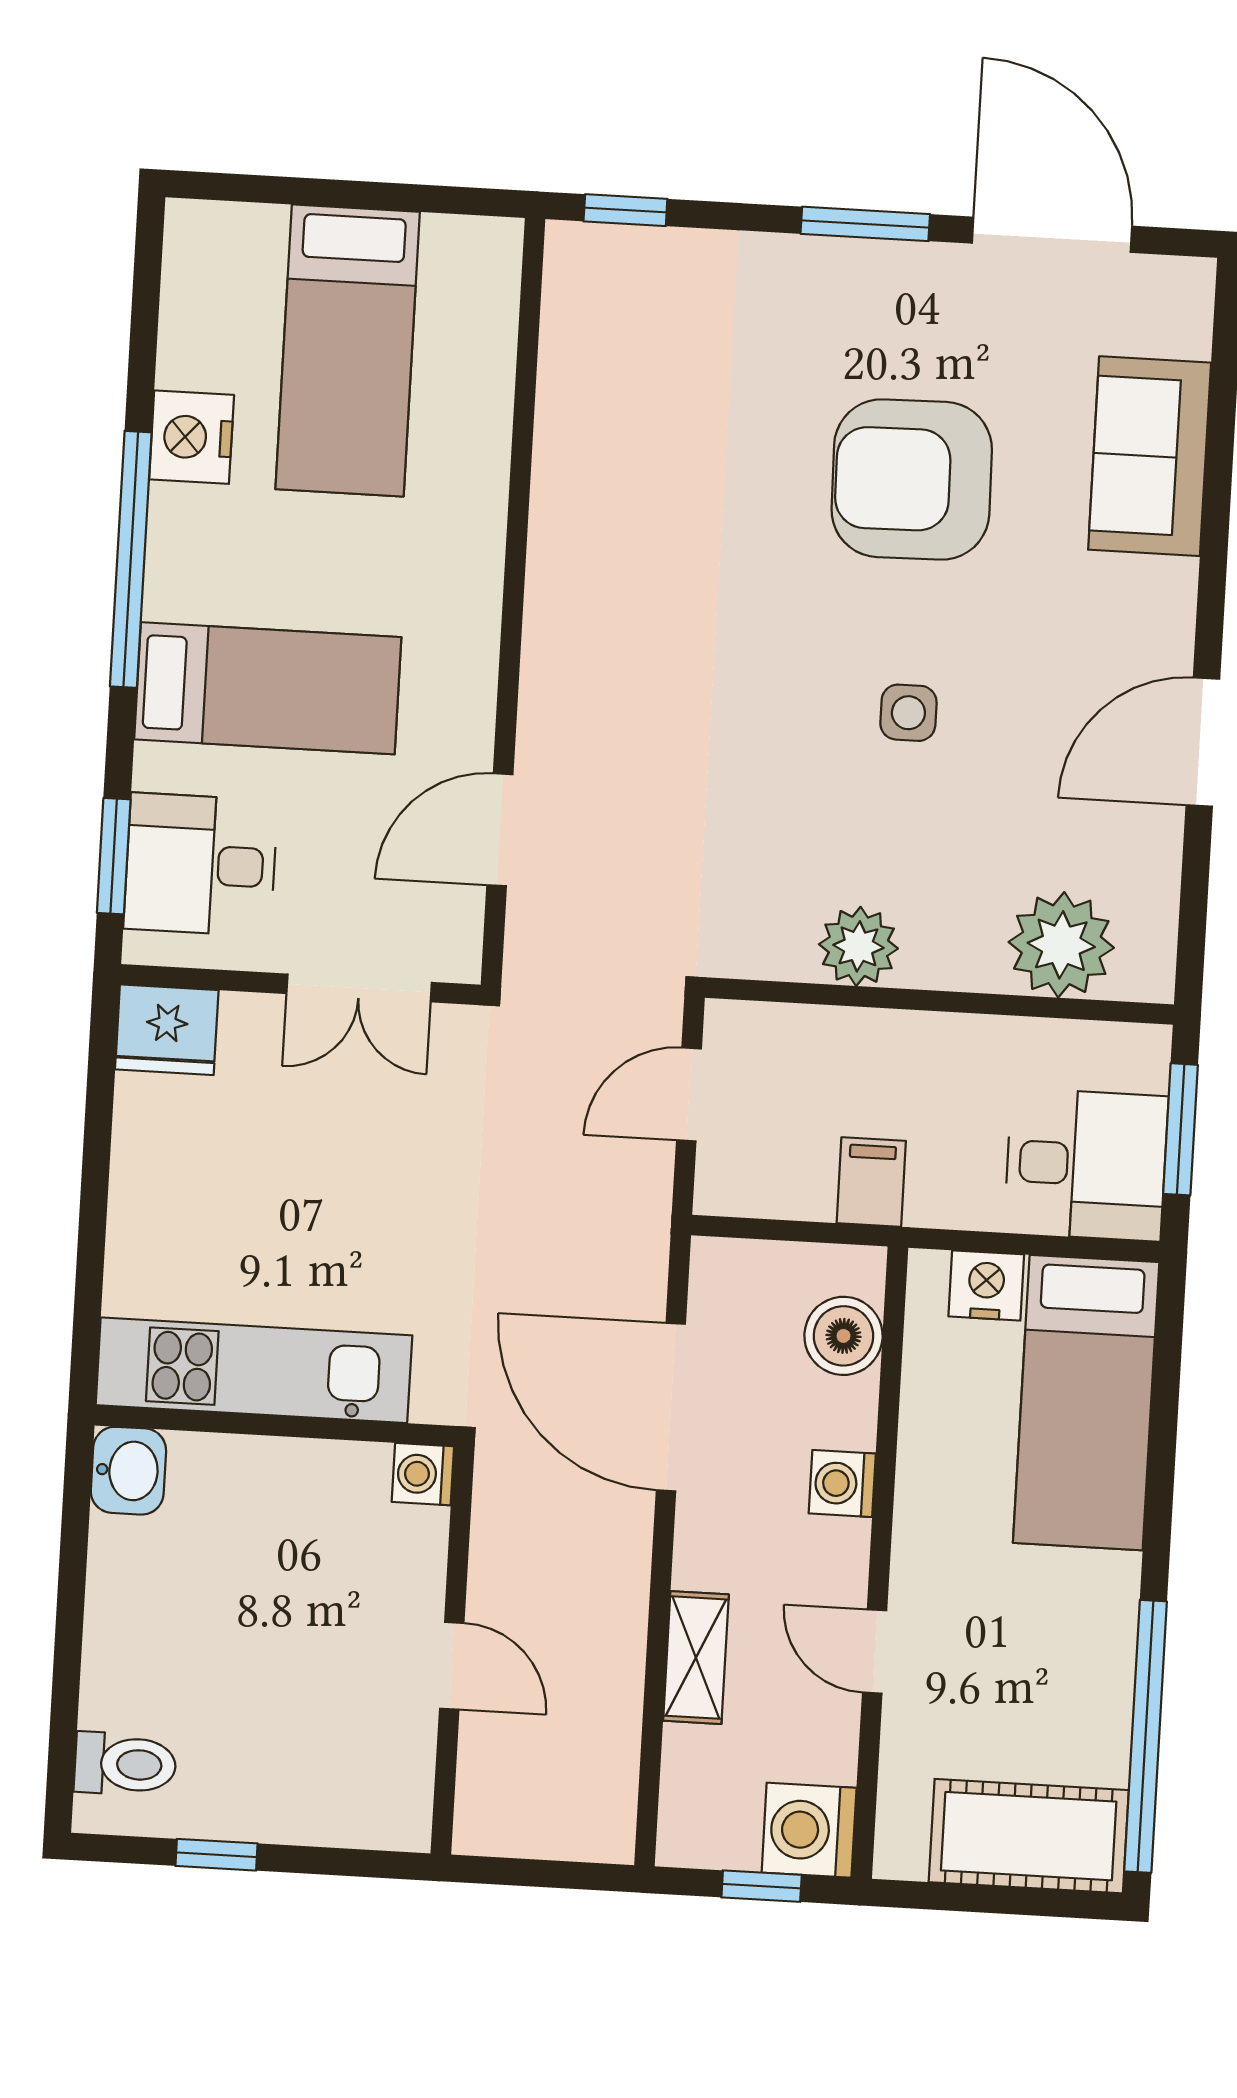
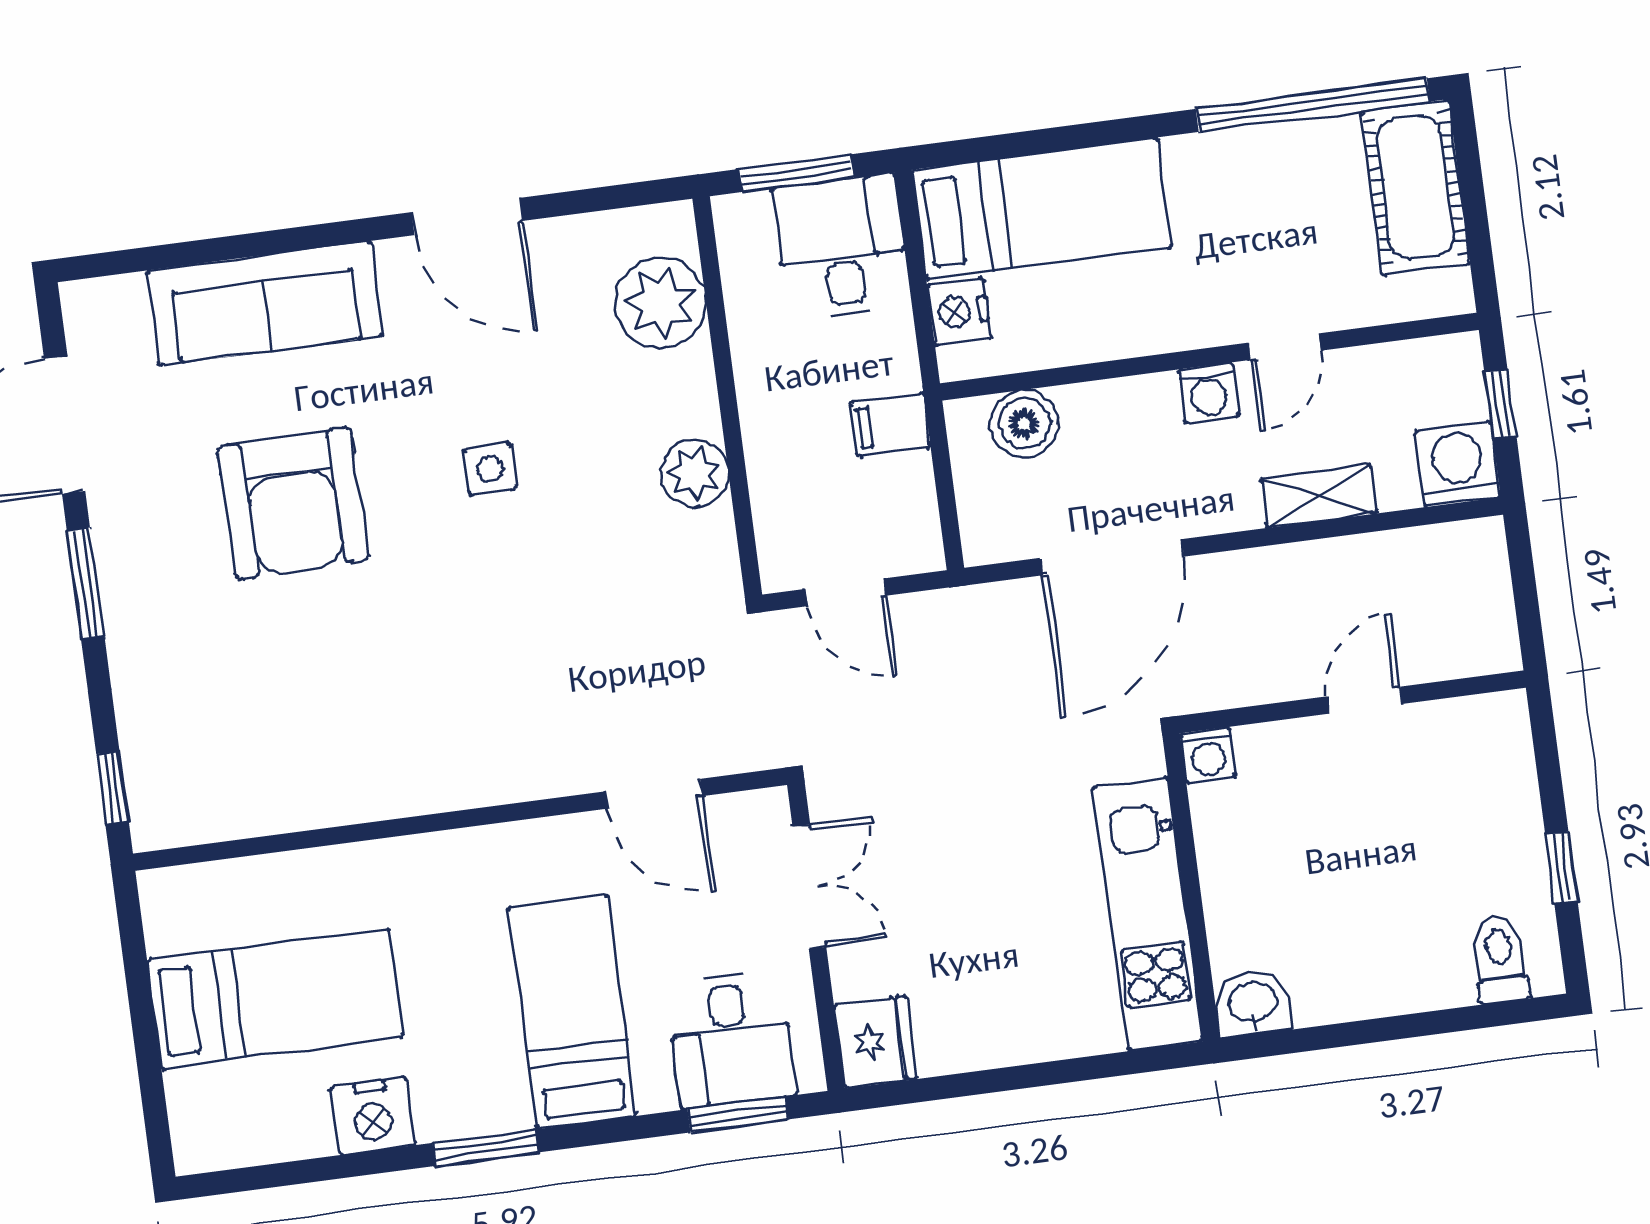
sofa: (1150, 456) -> (265, 303), width x1.36
window: (131, 559) -> (486, 1148), width x0.47
washing machine: (842, 1483) -> (1208, 393), moved
washing machine: (809, 1830) -> (1458, 464), moved, turned 180

